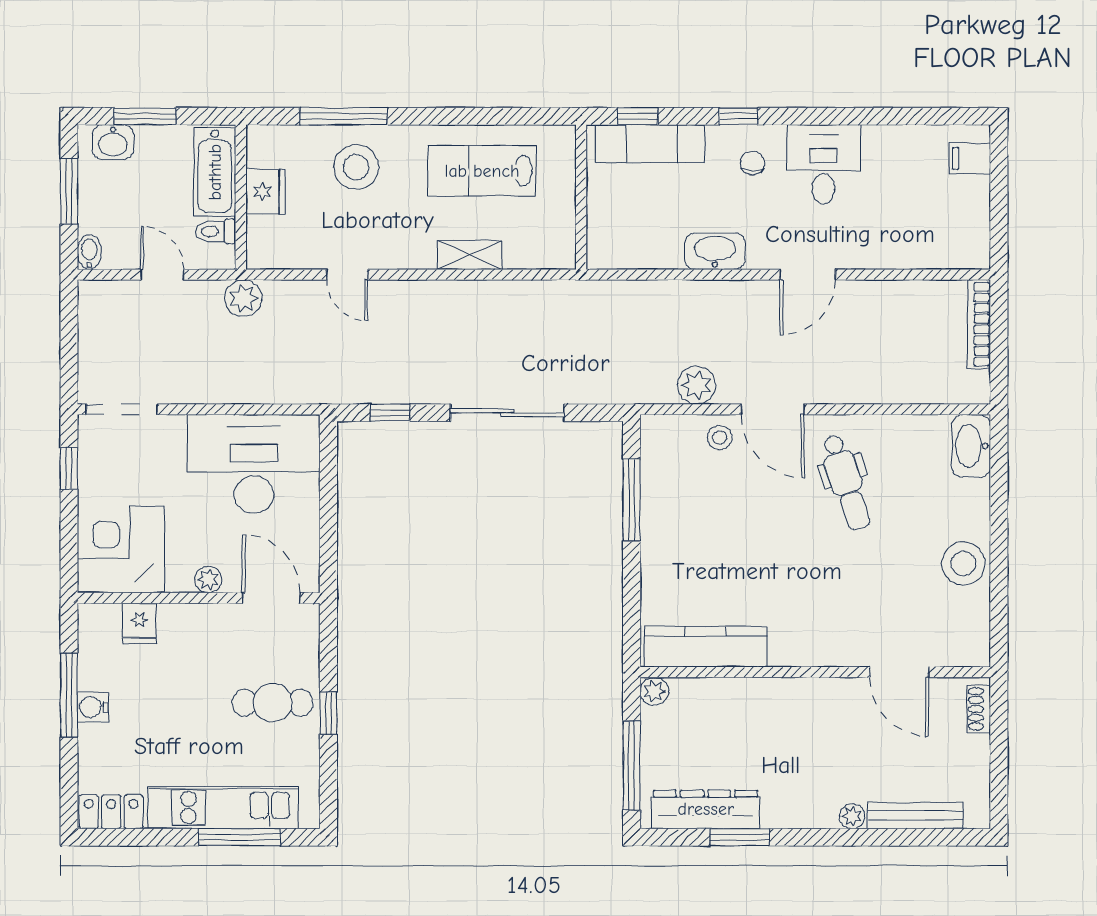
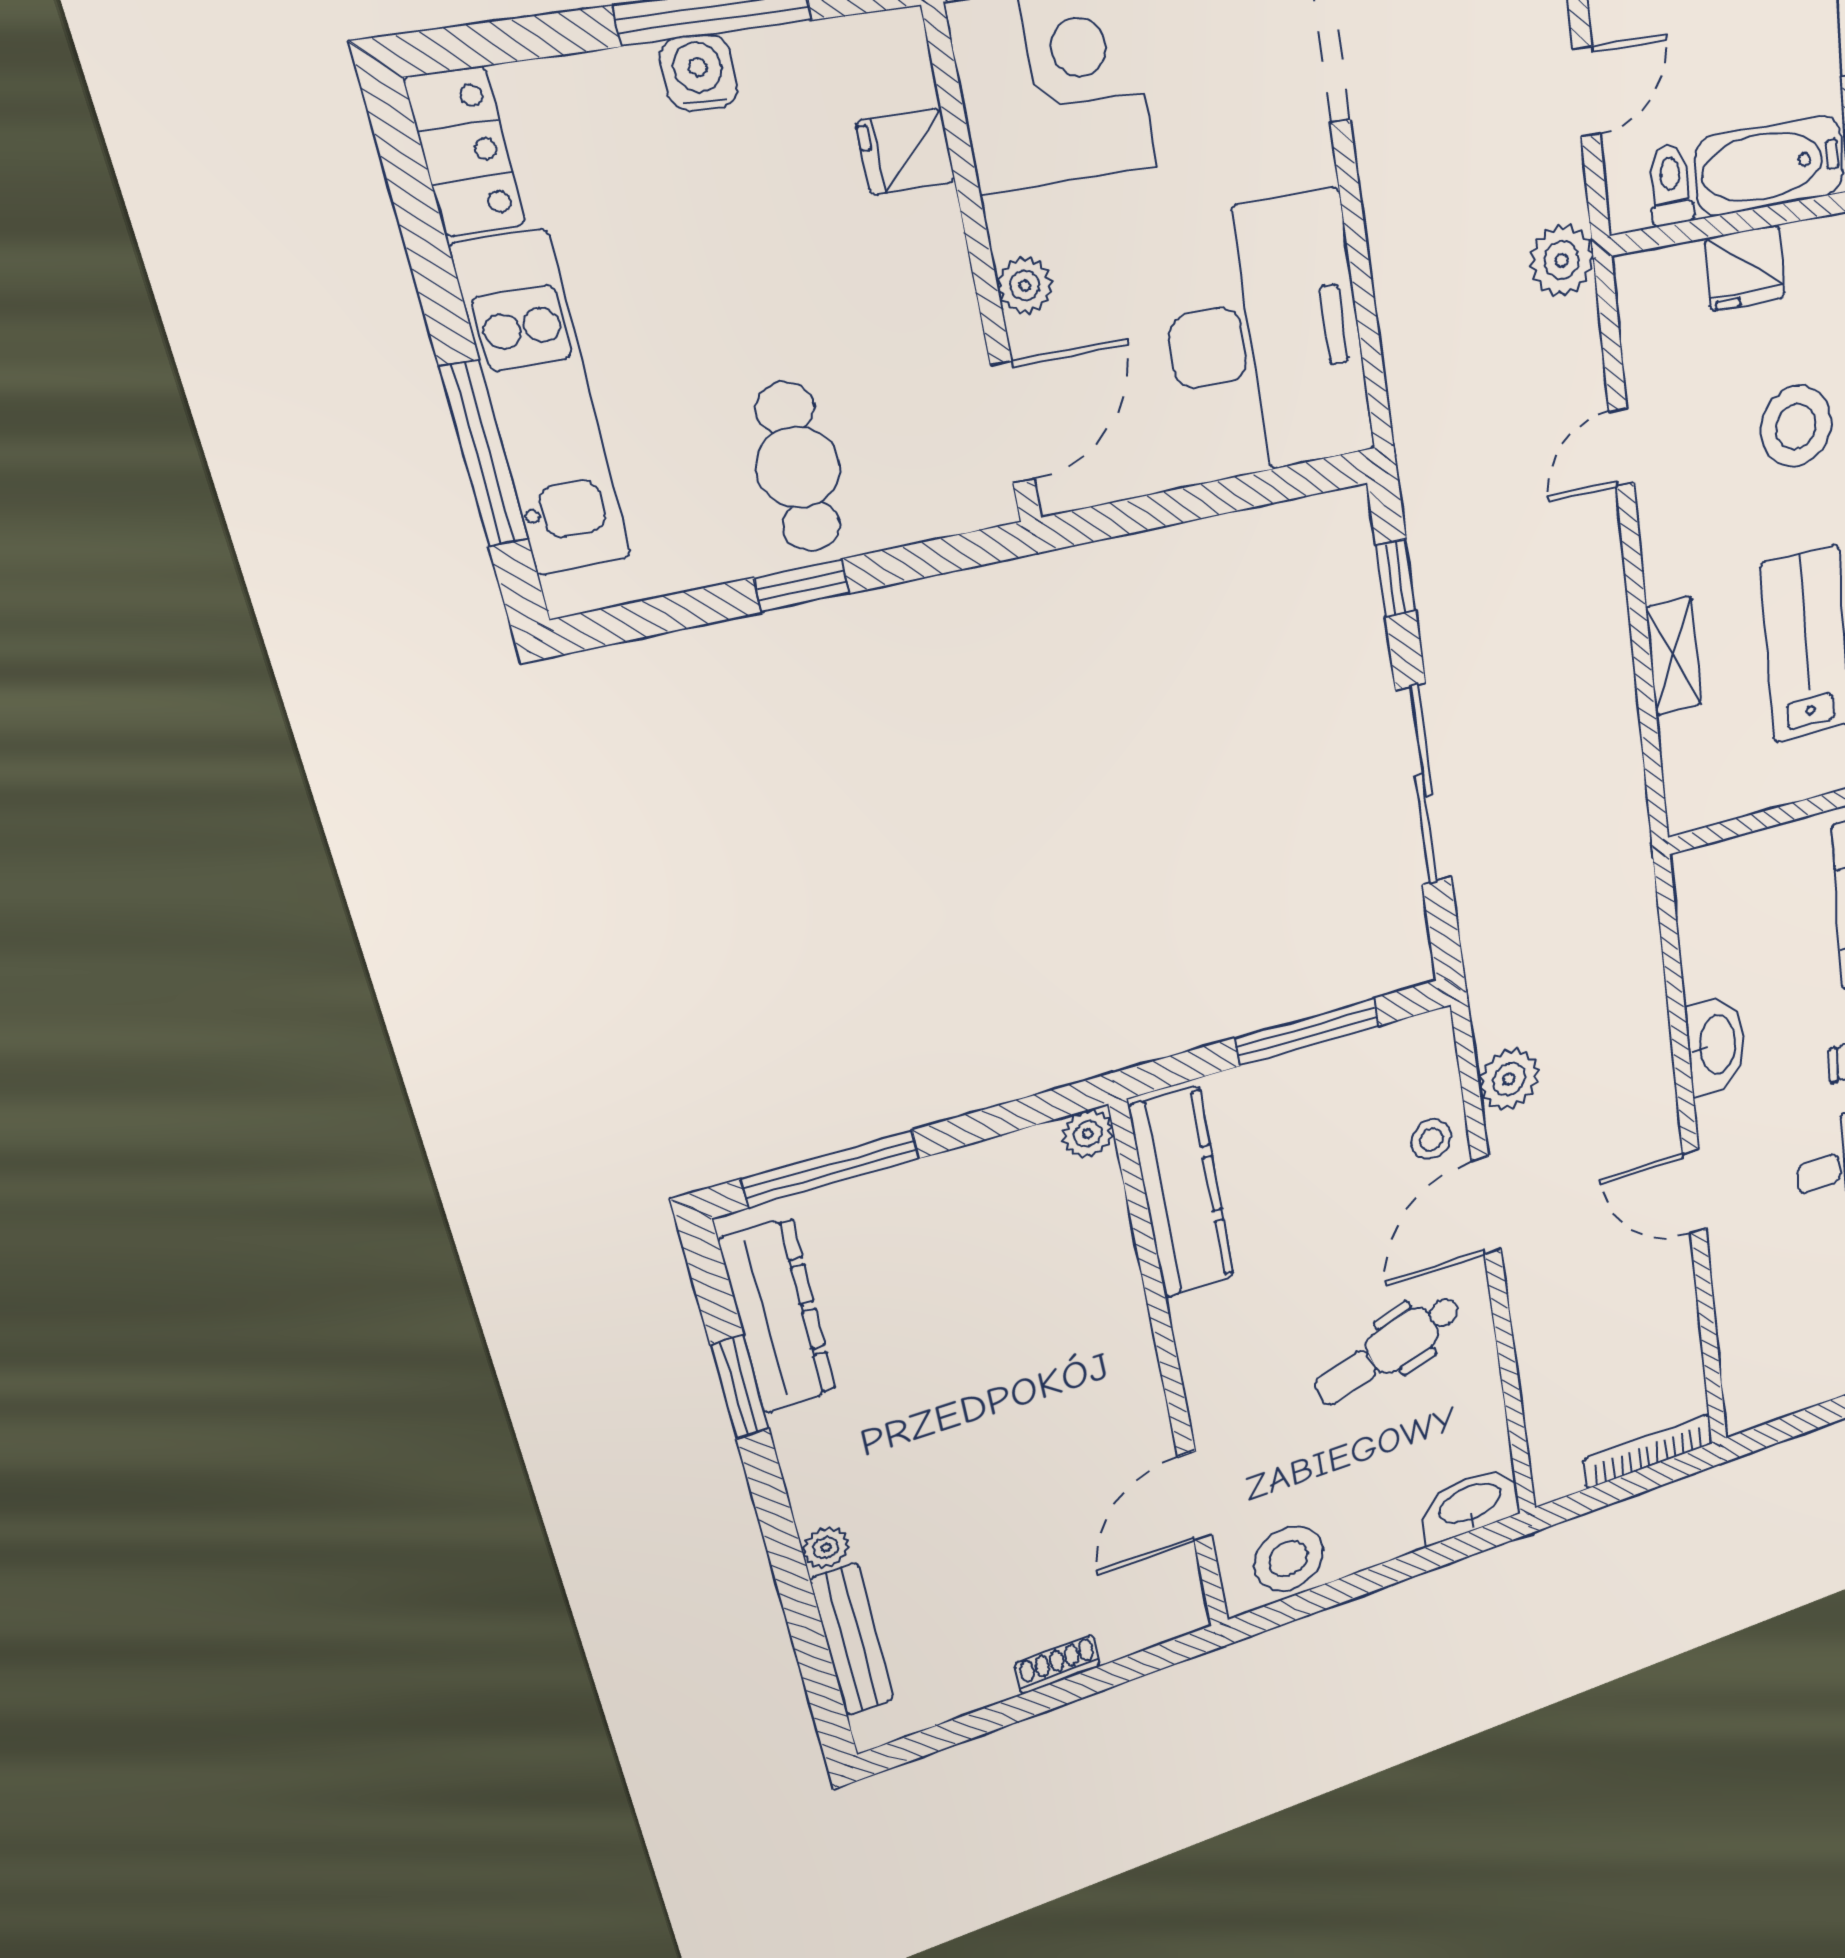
kitchen counter: (705, 647) -> (1182, 1193), moved
wall: (815, 672) -> (1171, 1374), moved
door: (899, 672) -> (1195, 1496), moved
plant: (654, 691) -> (1088, 1134), moved

